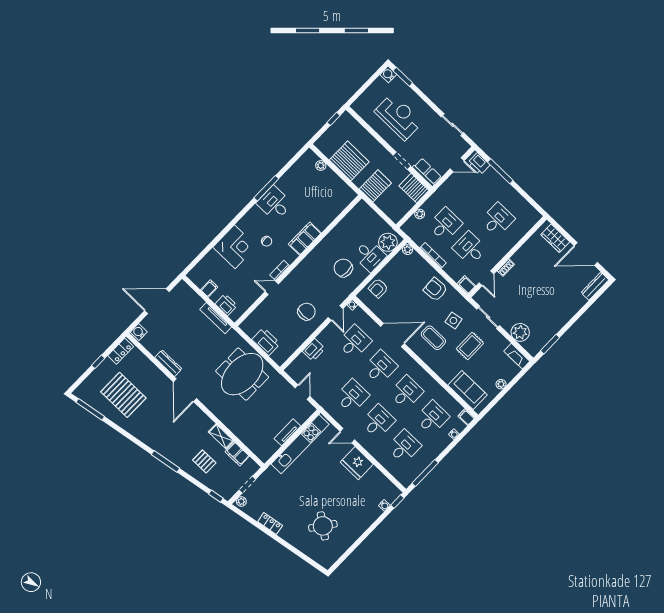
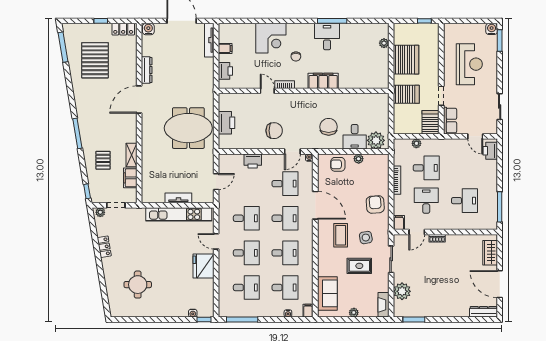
window: (500, 171) -> (500, 207), moved
plant: (407, 250) -> (359, 159), moved
tv unit: (216, 318) -> (209, 40), moved
round table: (323, 526) -> (138, 285), turned -36

